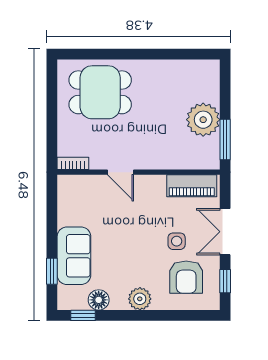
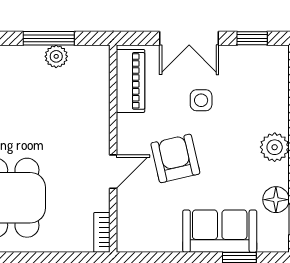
plant: (203, 120) -> (56, 56), width x0.53, depth x0.53
window: (225, 139) -> (49, 38), moved
armchair: (186, 277) -> (175, 158), moved, turned -103

